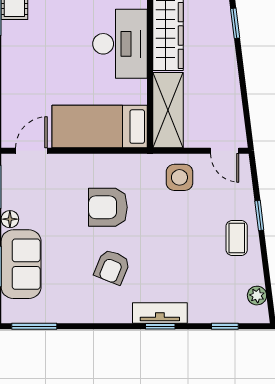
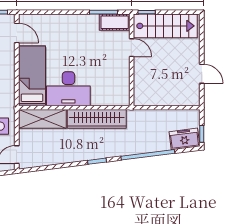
desk: (120, 44) -> (68, 89), moved

